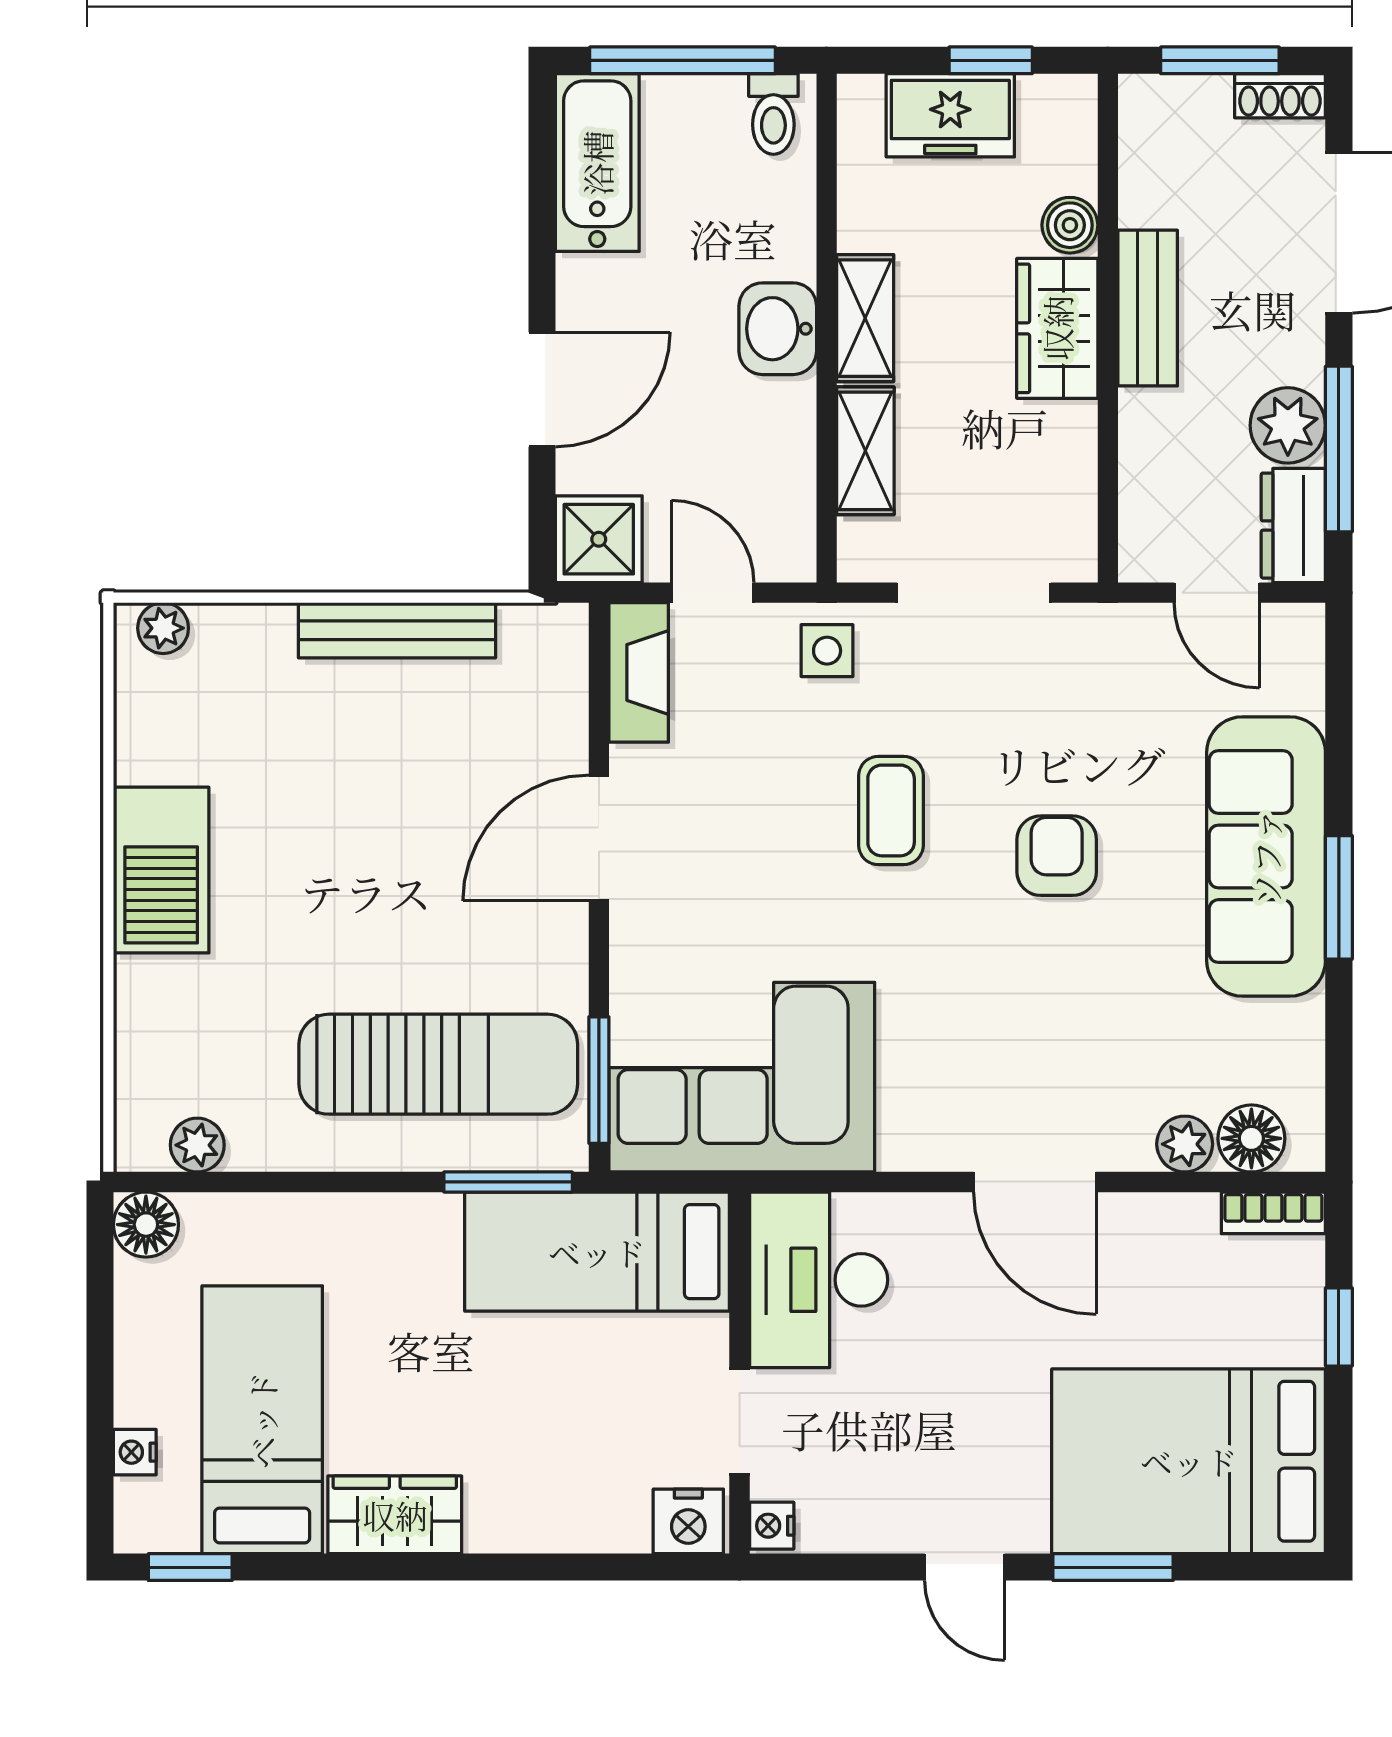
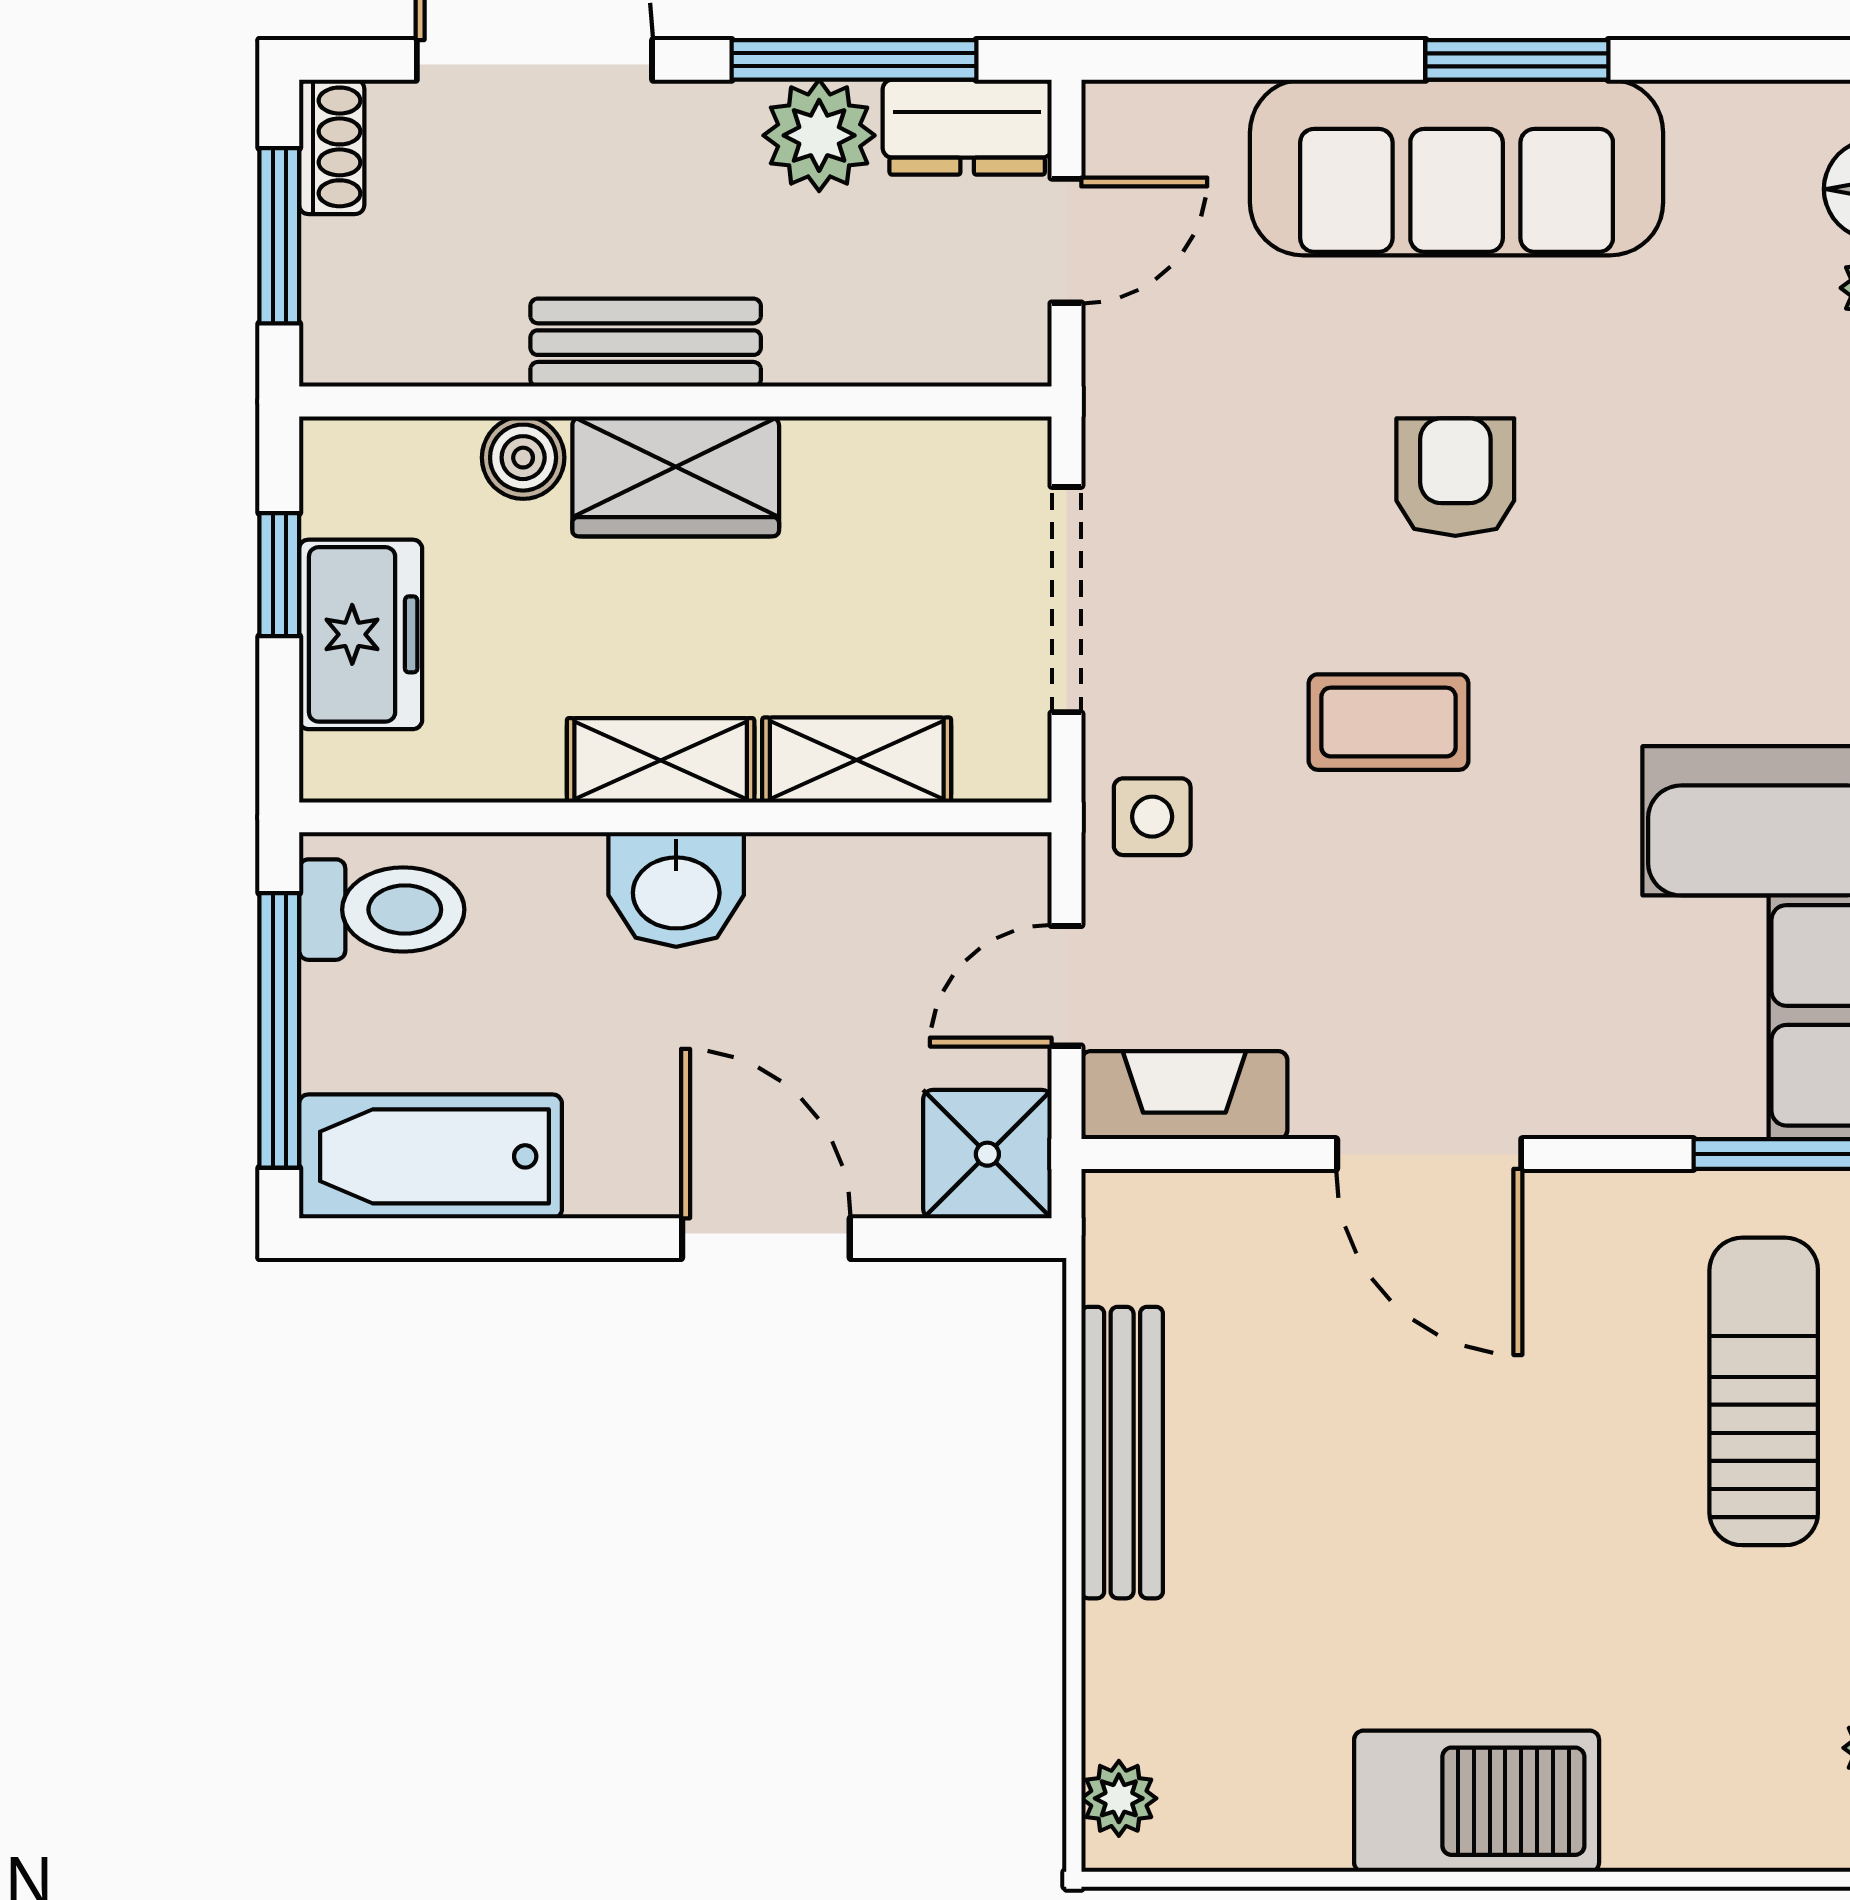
toilet: (773, 114) -> (382, 910), width x1.37, depth x1.39
armchair: (1057, 856) -> (1455, 477), turned 90
sun lounger: (438, 1064) -> (1764, 1391), width x0.73, depth x0.75

